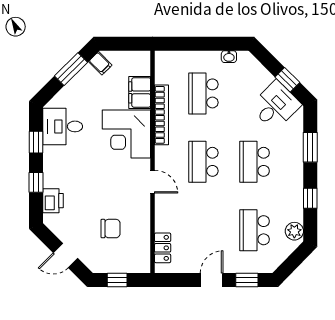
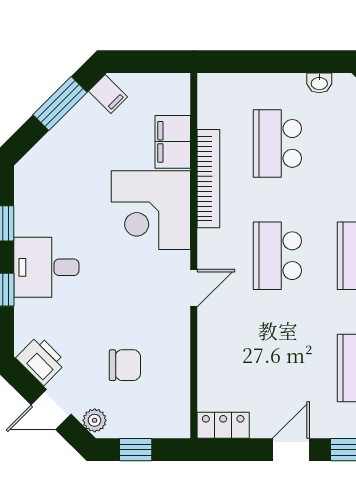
desk: (63, 126) -> (46, 267), moved
door: (153, 182) -> (194, 288), hinge flipped
printer: (53, 201) -> (41, 360), moved, turned -45
locker: (163, 248) -> (223, 425), moved, turned -90
plant: (92, 262) -> (95, 420), added

